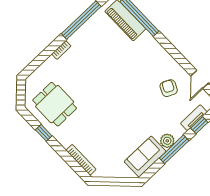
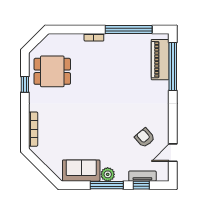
armchair: (169, 88) -> (145, 138), turned -67
dining table: (55, 104) -> (52, 71), turned 90

